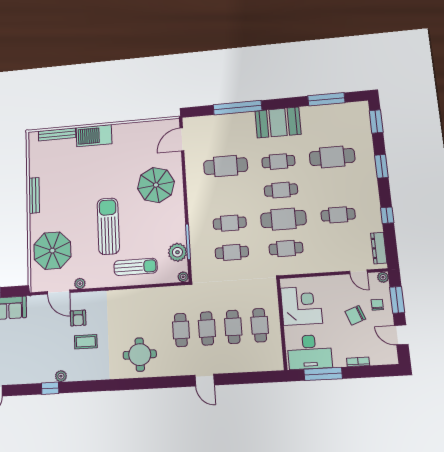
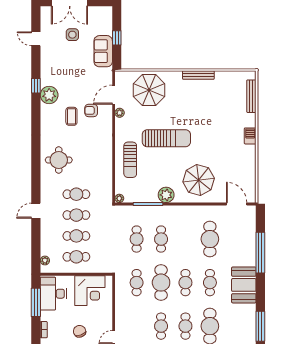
barbecue: (94, 136) -> (250, 136), width x0.53, depth x0.65
cafe table: (335, 186) -> (185, 326), added
plant: (177, 252) -> (166, 195), moved
plant: (268, 365) -> (45, 261), added
plant: (61, 376) -> (49, 95), width x1.88, depth x1.88

